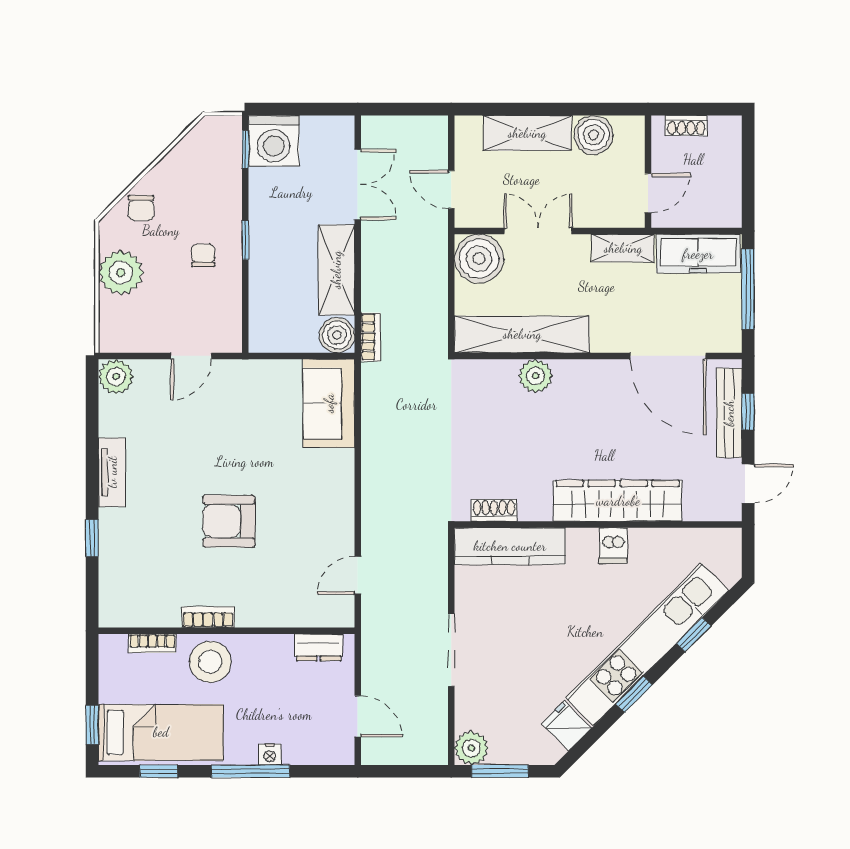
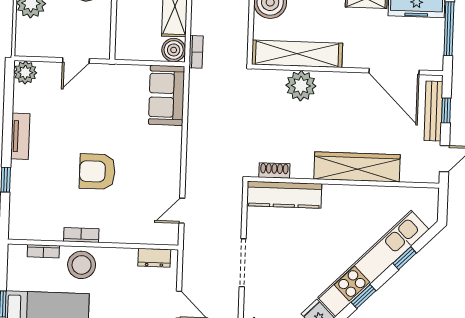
plant: (535, 376) -> (301, 86), width x1.36, depth x1.36
dishwasher: (613, 546) -> (353, 197), removed

